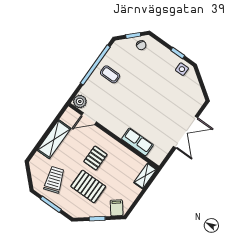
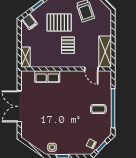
plant: (80, 101) -> (106, 76), removed
door: (89, 119) -> (91, 69), swing flipped
shelving: (54, 139) -> (105, 52), moved

